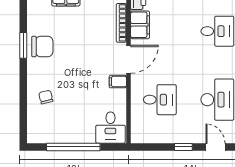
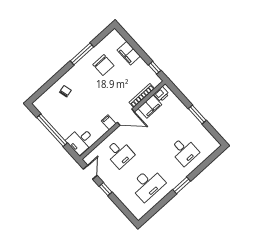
window: (23, 45) -> (82, 54), width x1.44
chair: (42, 47) -> (103, 65), moved
door: (215, 147) -> (90, 172), moved

